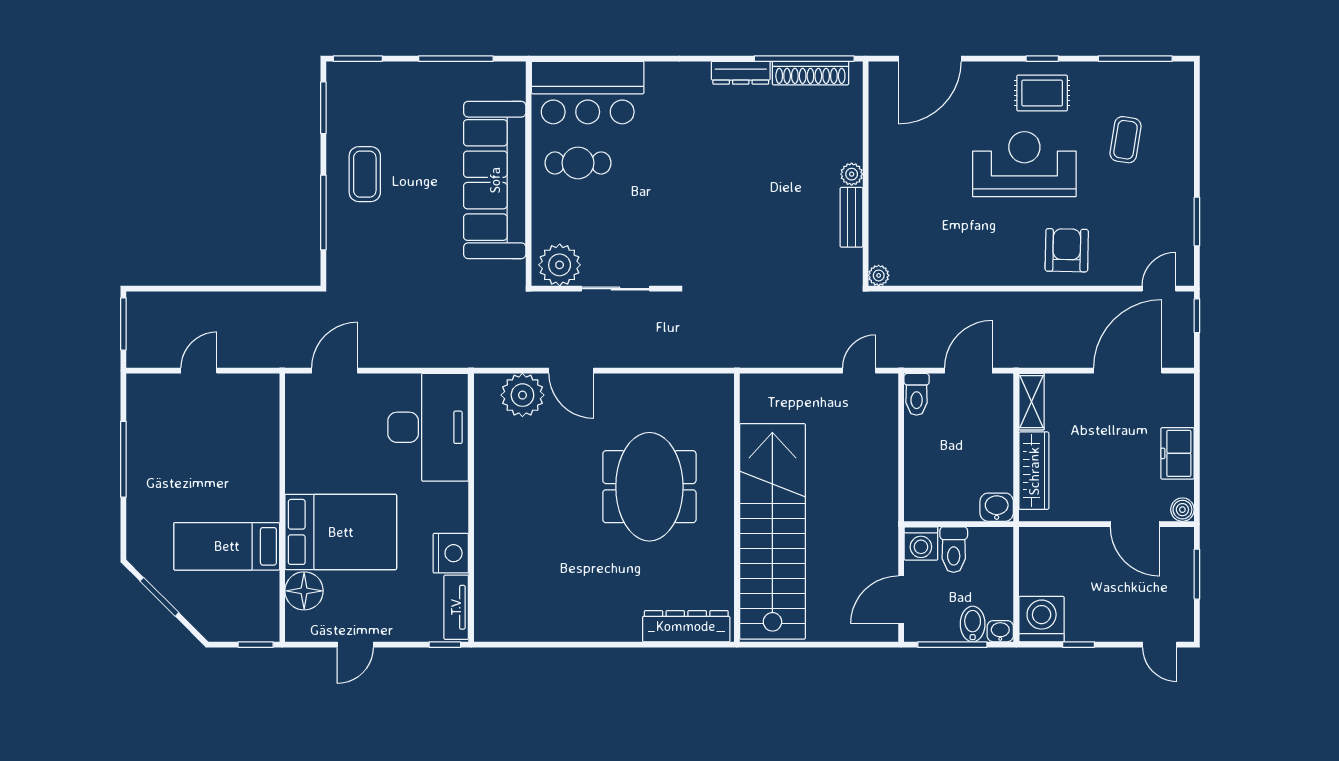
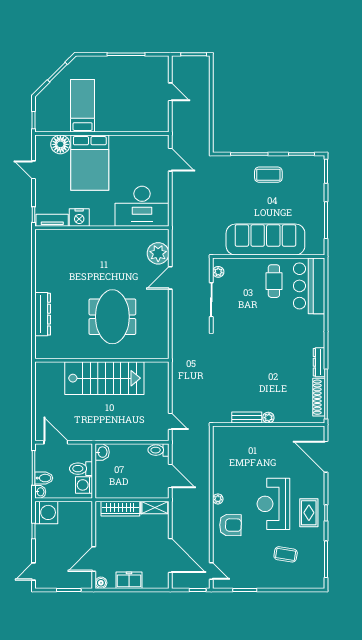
reception desk: (1024, 164) -> (273, 504), turned 180
plant: (560, 265) -> (218, 272), width x0.53, depth x0.53
plant: (879, 275) -> (218, 499), moved
meeting table: (649, 487) -> (112, 317), turned 90
washbasin: (997, 507) -> (102, 452), moved
stairs: (772, 531) -> (104, 378), width x0.73
washing machine: (921, 544) -> (84, 485), moved
dresser: (686, 626) -> (43, 314), moved

